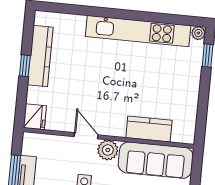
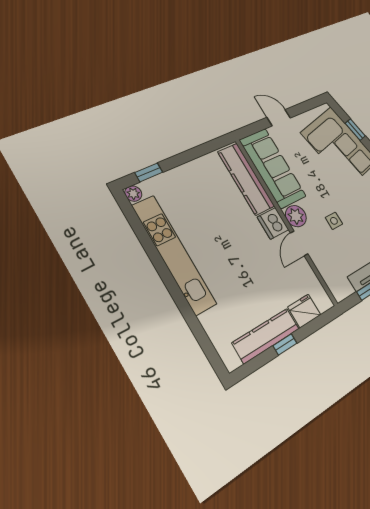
fridge: (35, 117) -> (304, 311), moved
dishwasher: (114, 126) -> (273, 223), added
kitchen counter: (149, 129) -> (246, 179), width x1.50

